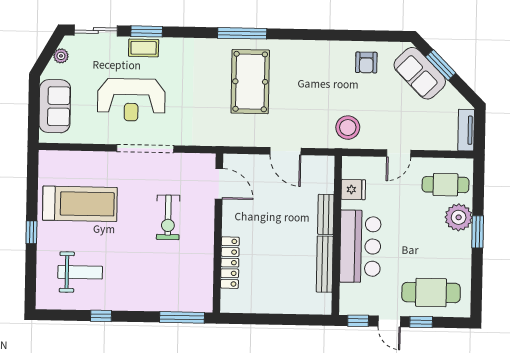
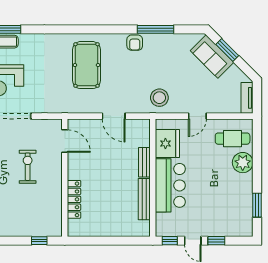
window: (242, 33) -> (155, 29), moved
armchair: (366, 62) -> (135, 43), moved
fridge: (353, 190) -> (167, 143), width x1.88, depth x1.34
exercise bike: (168, 217) -> (28, 167), turned 180
window: (478, 232) -> (257, 205), moved
cafe table: (431, 293) -> (223, 219), removed
window: (182, 317) -> (39, 241), width x0.46

